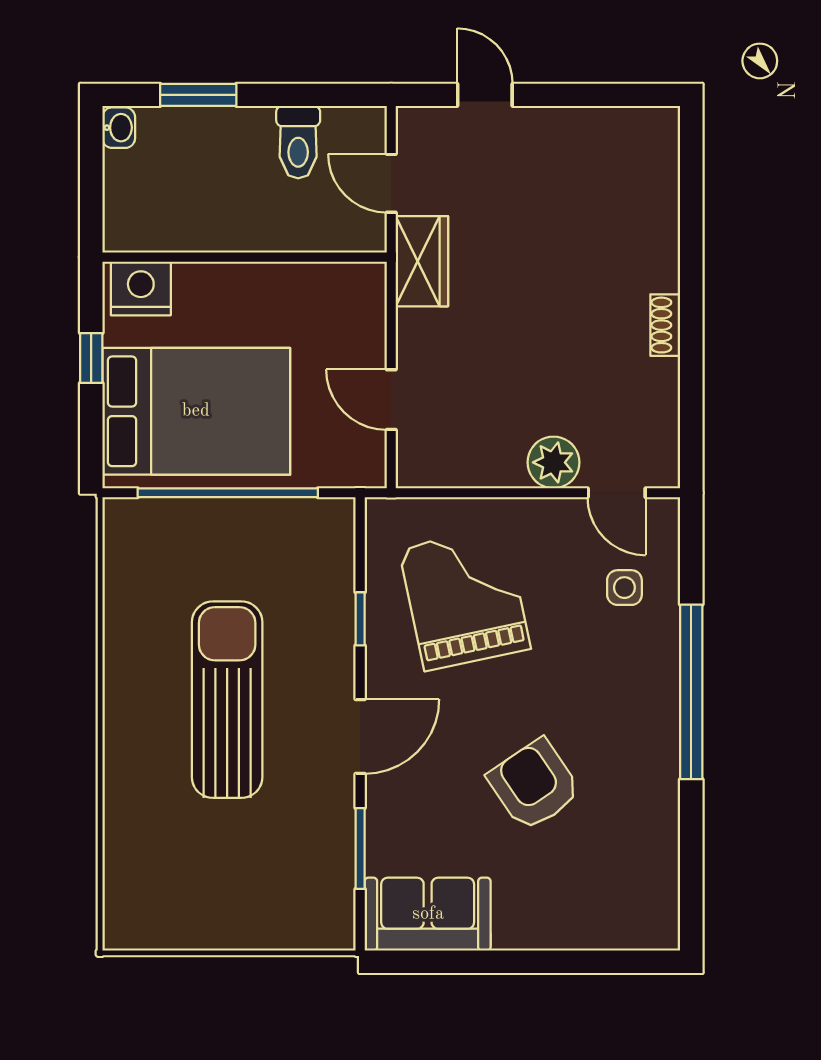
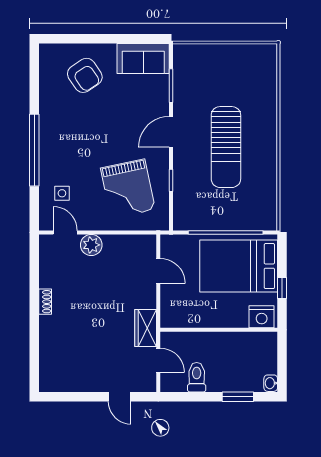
armchair: (534, 785) -> (85, 75), moved

